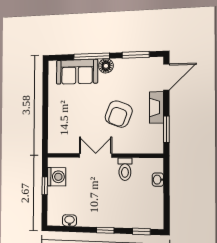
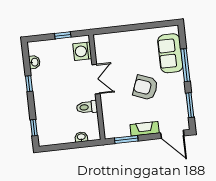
floor lamp: (106, 66) -> (178, 79), removed
armchair: (119, 114) -> (145, 88), moved
washing machine: (57, 177) -> (82, 51), moved, turned 90
window: (105, 230) -> (29, 84), moved

